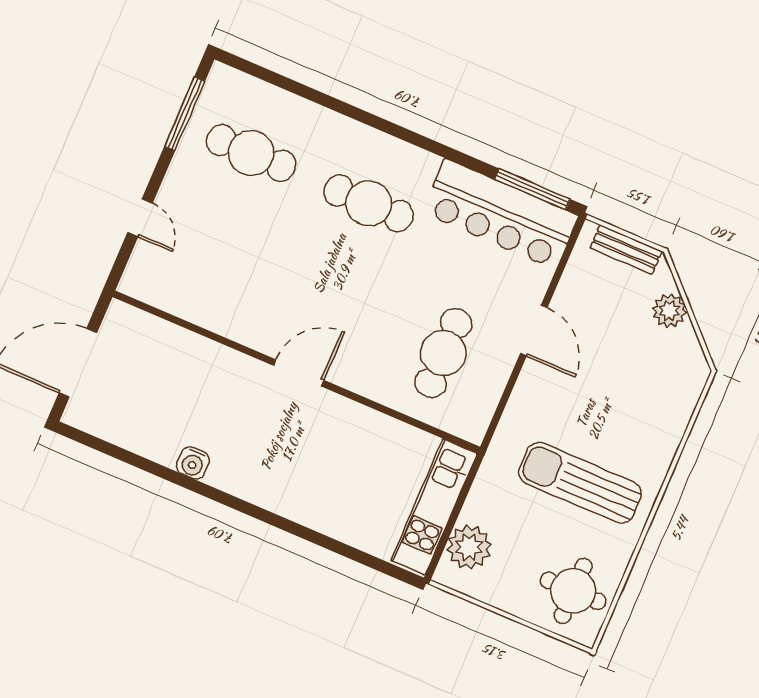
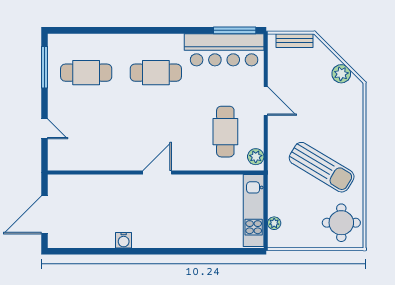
plant: (669, 311) -> (341, 74), moved
plant: (476, 418) -> (256, 157), added
sun lounger: (580, 483) -> (322, 167), turned -149
plant: (469, 547) -> (274, 223), width x0.53, depth x0.53

